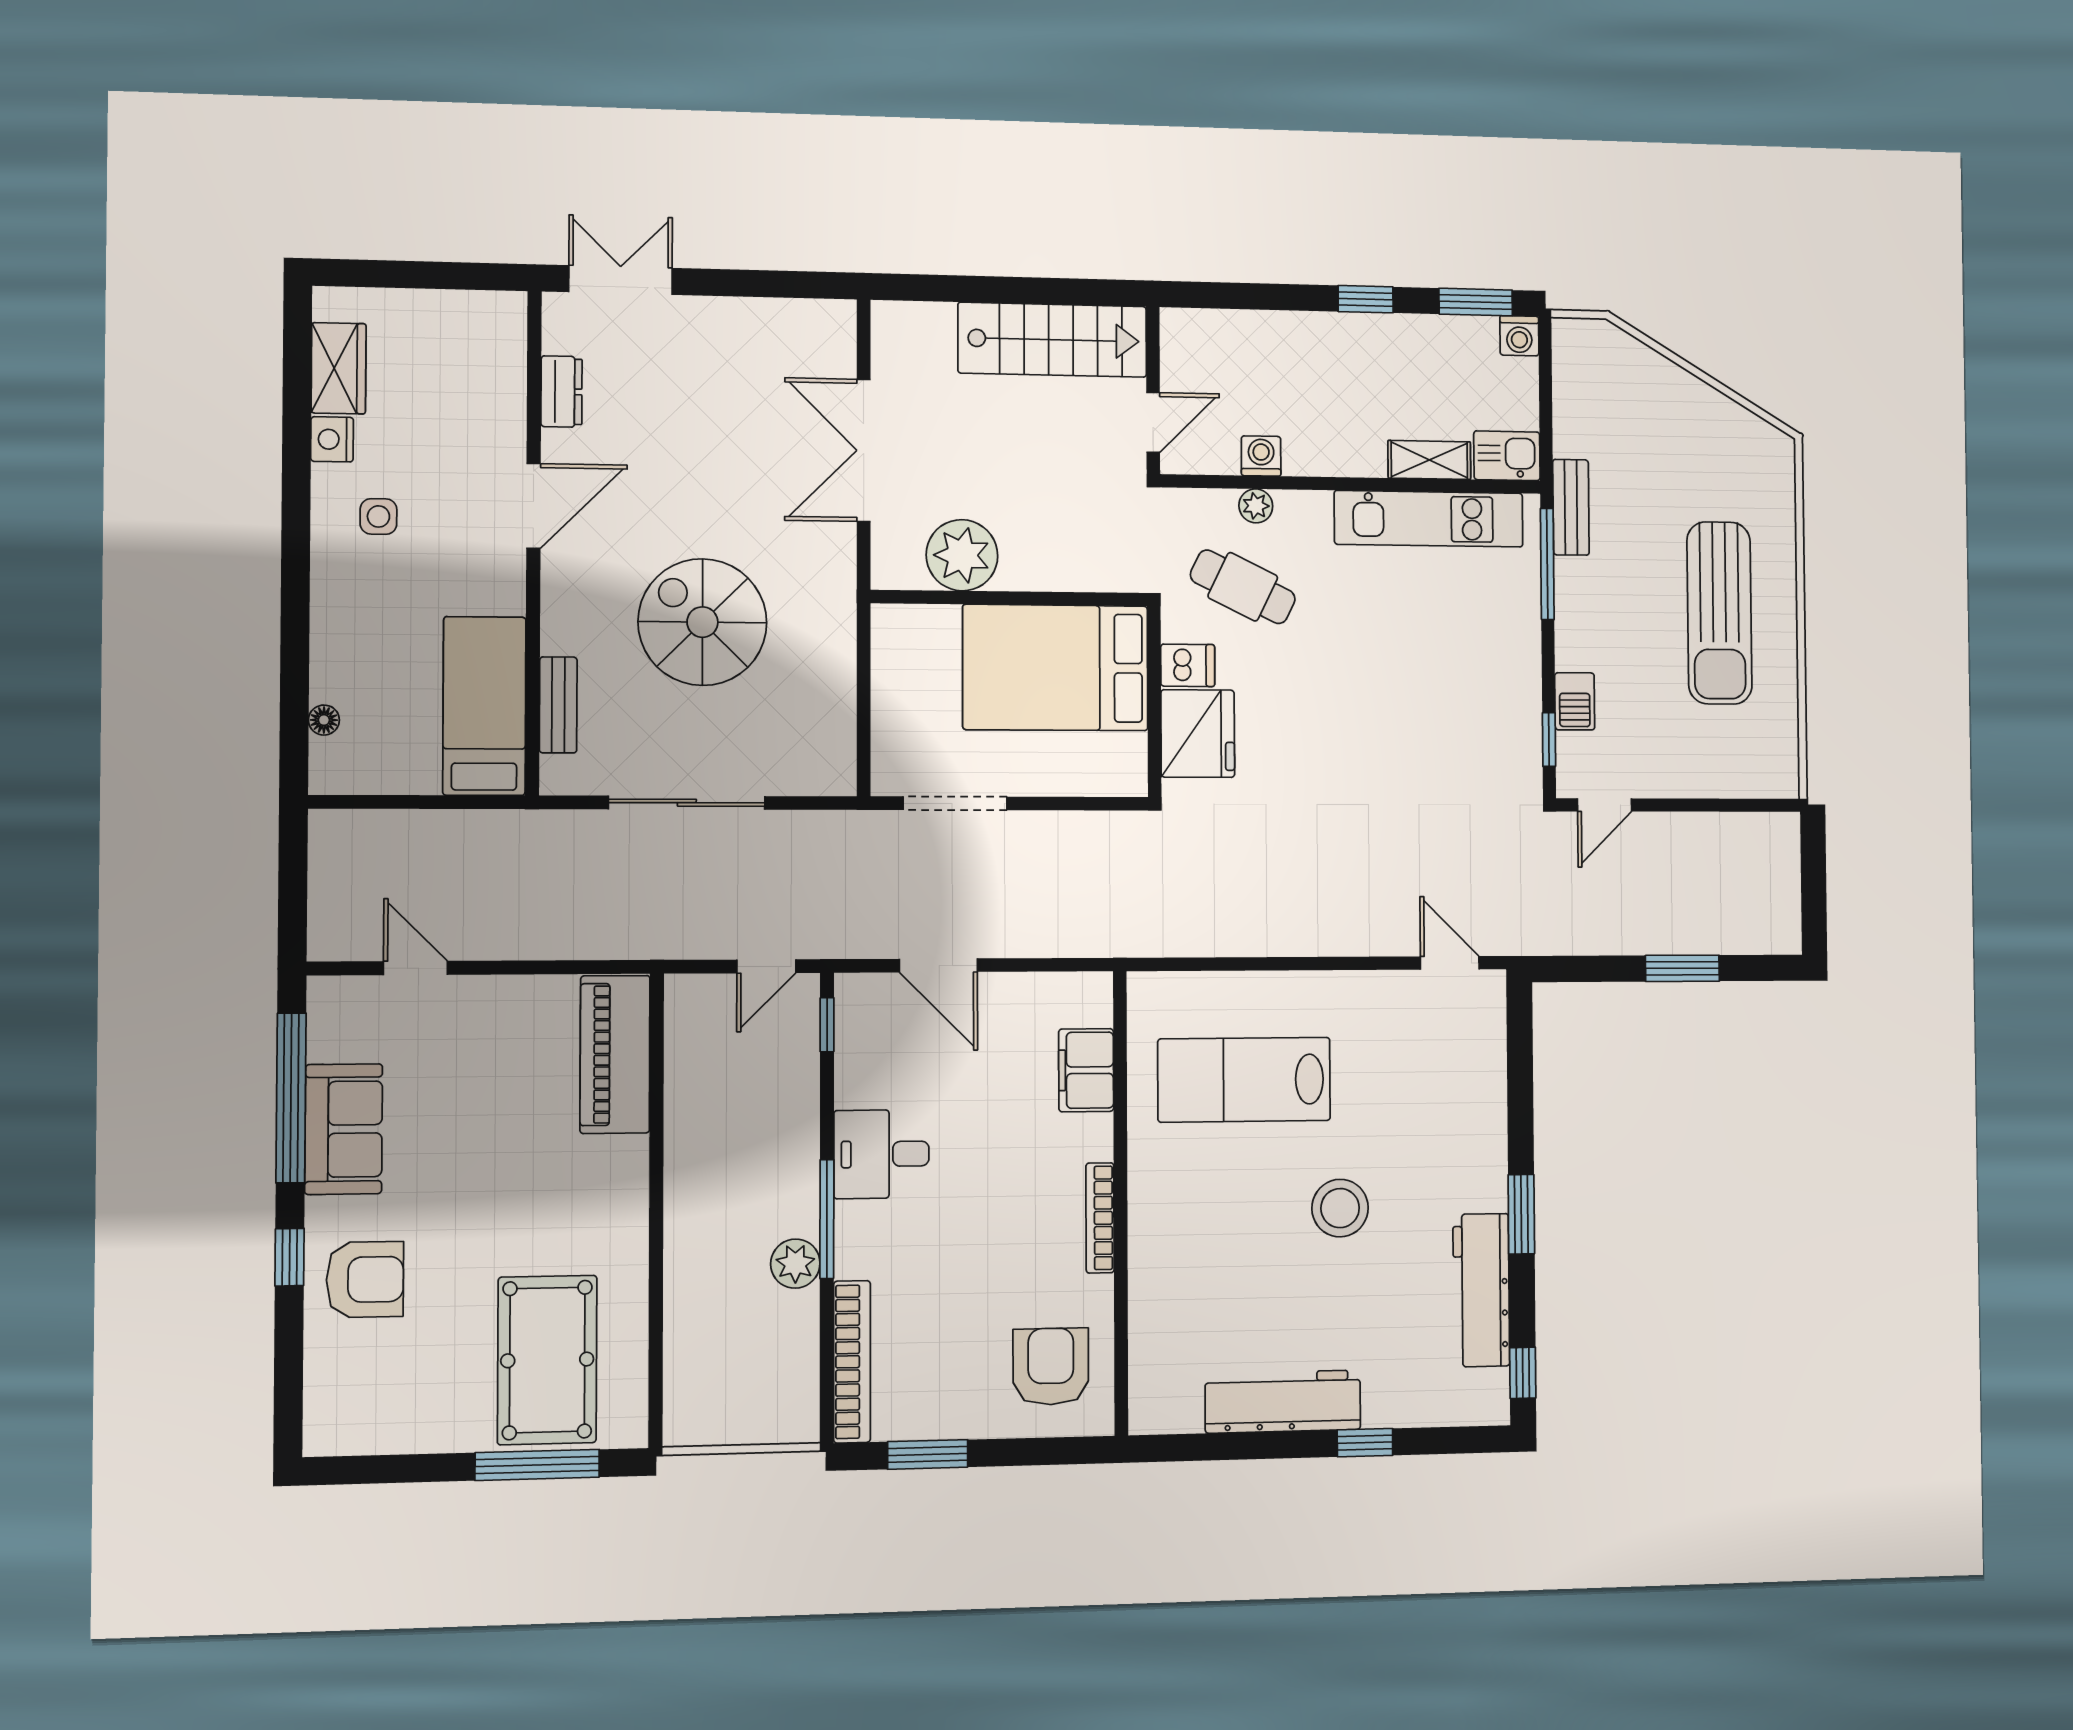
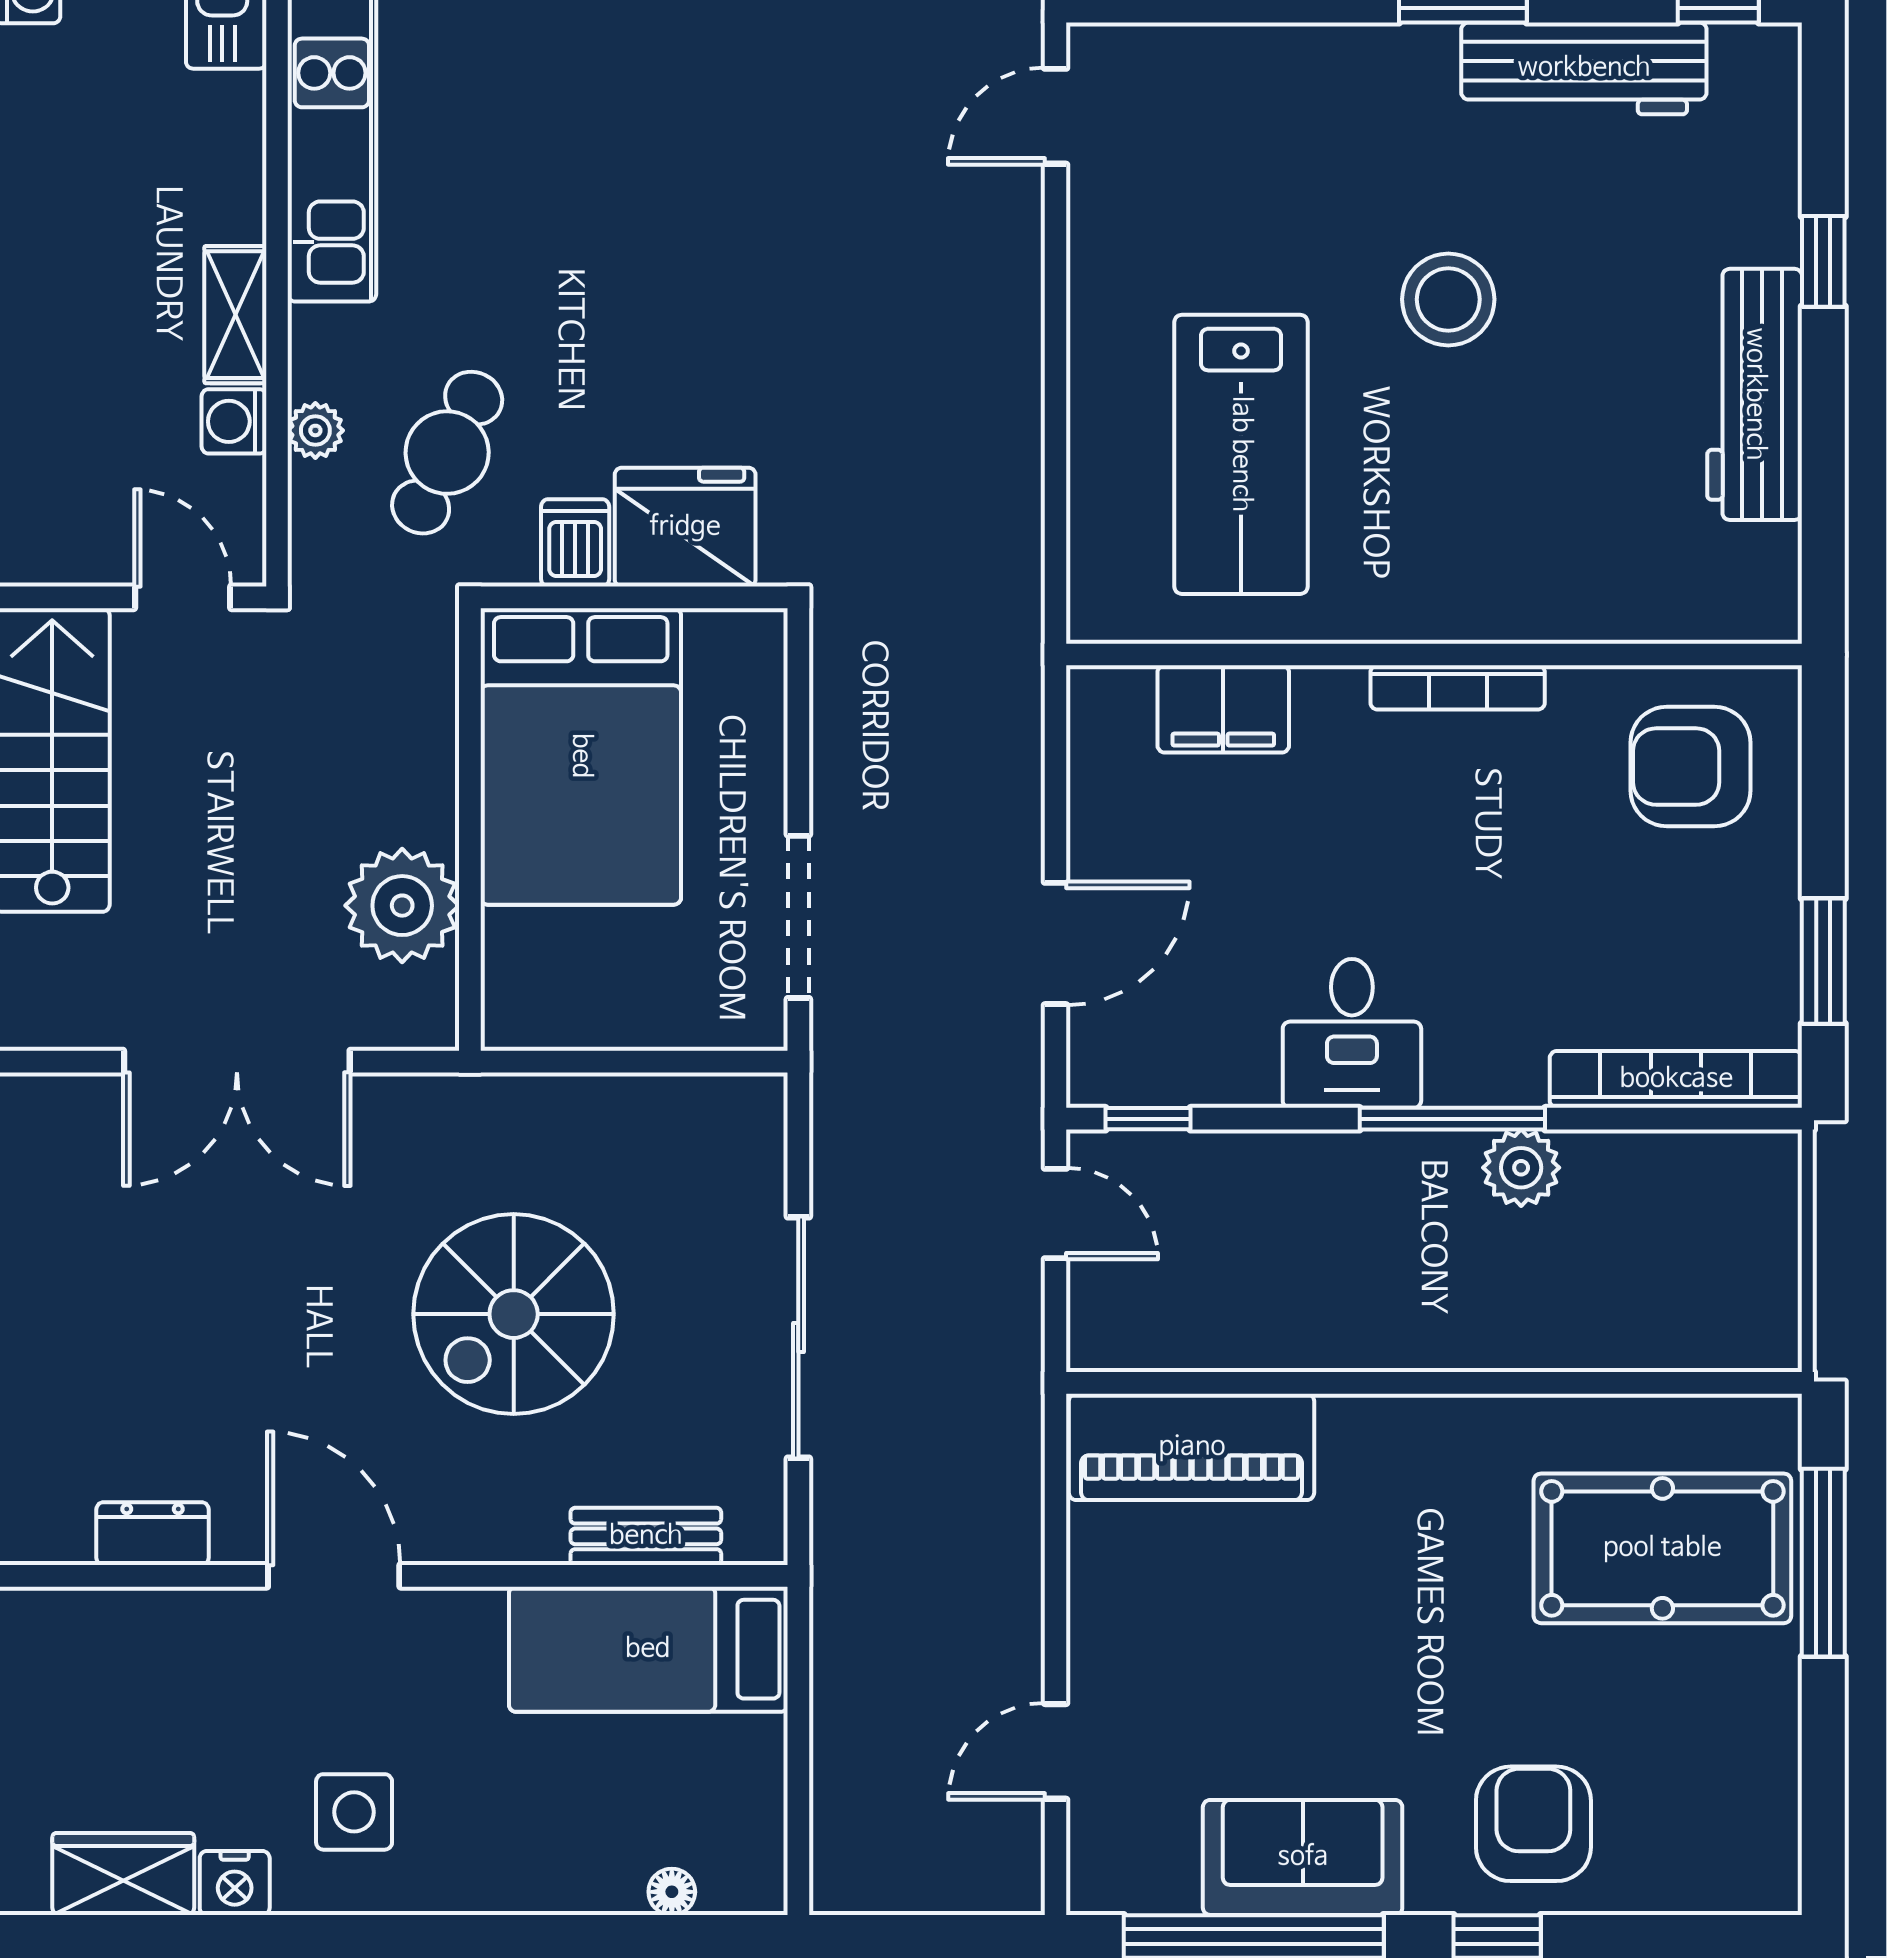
shelving: (1429, 460) -> (235, 315), moved
side table: (378, 516) -> (354, 1812), width x1.37, depth x1.37

